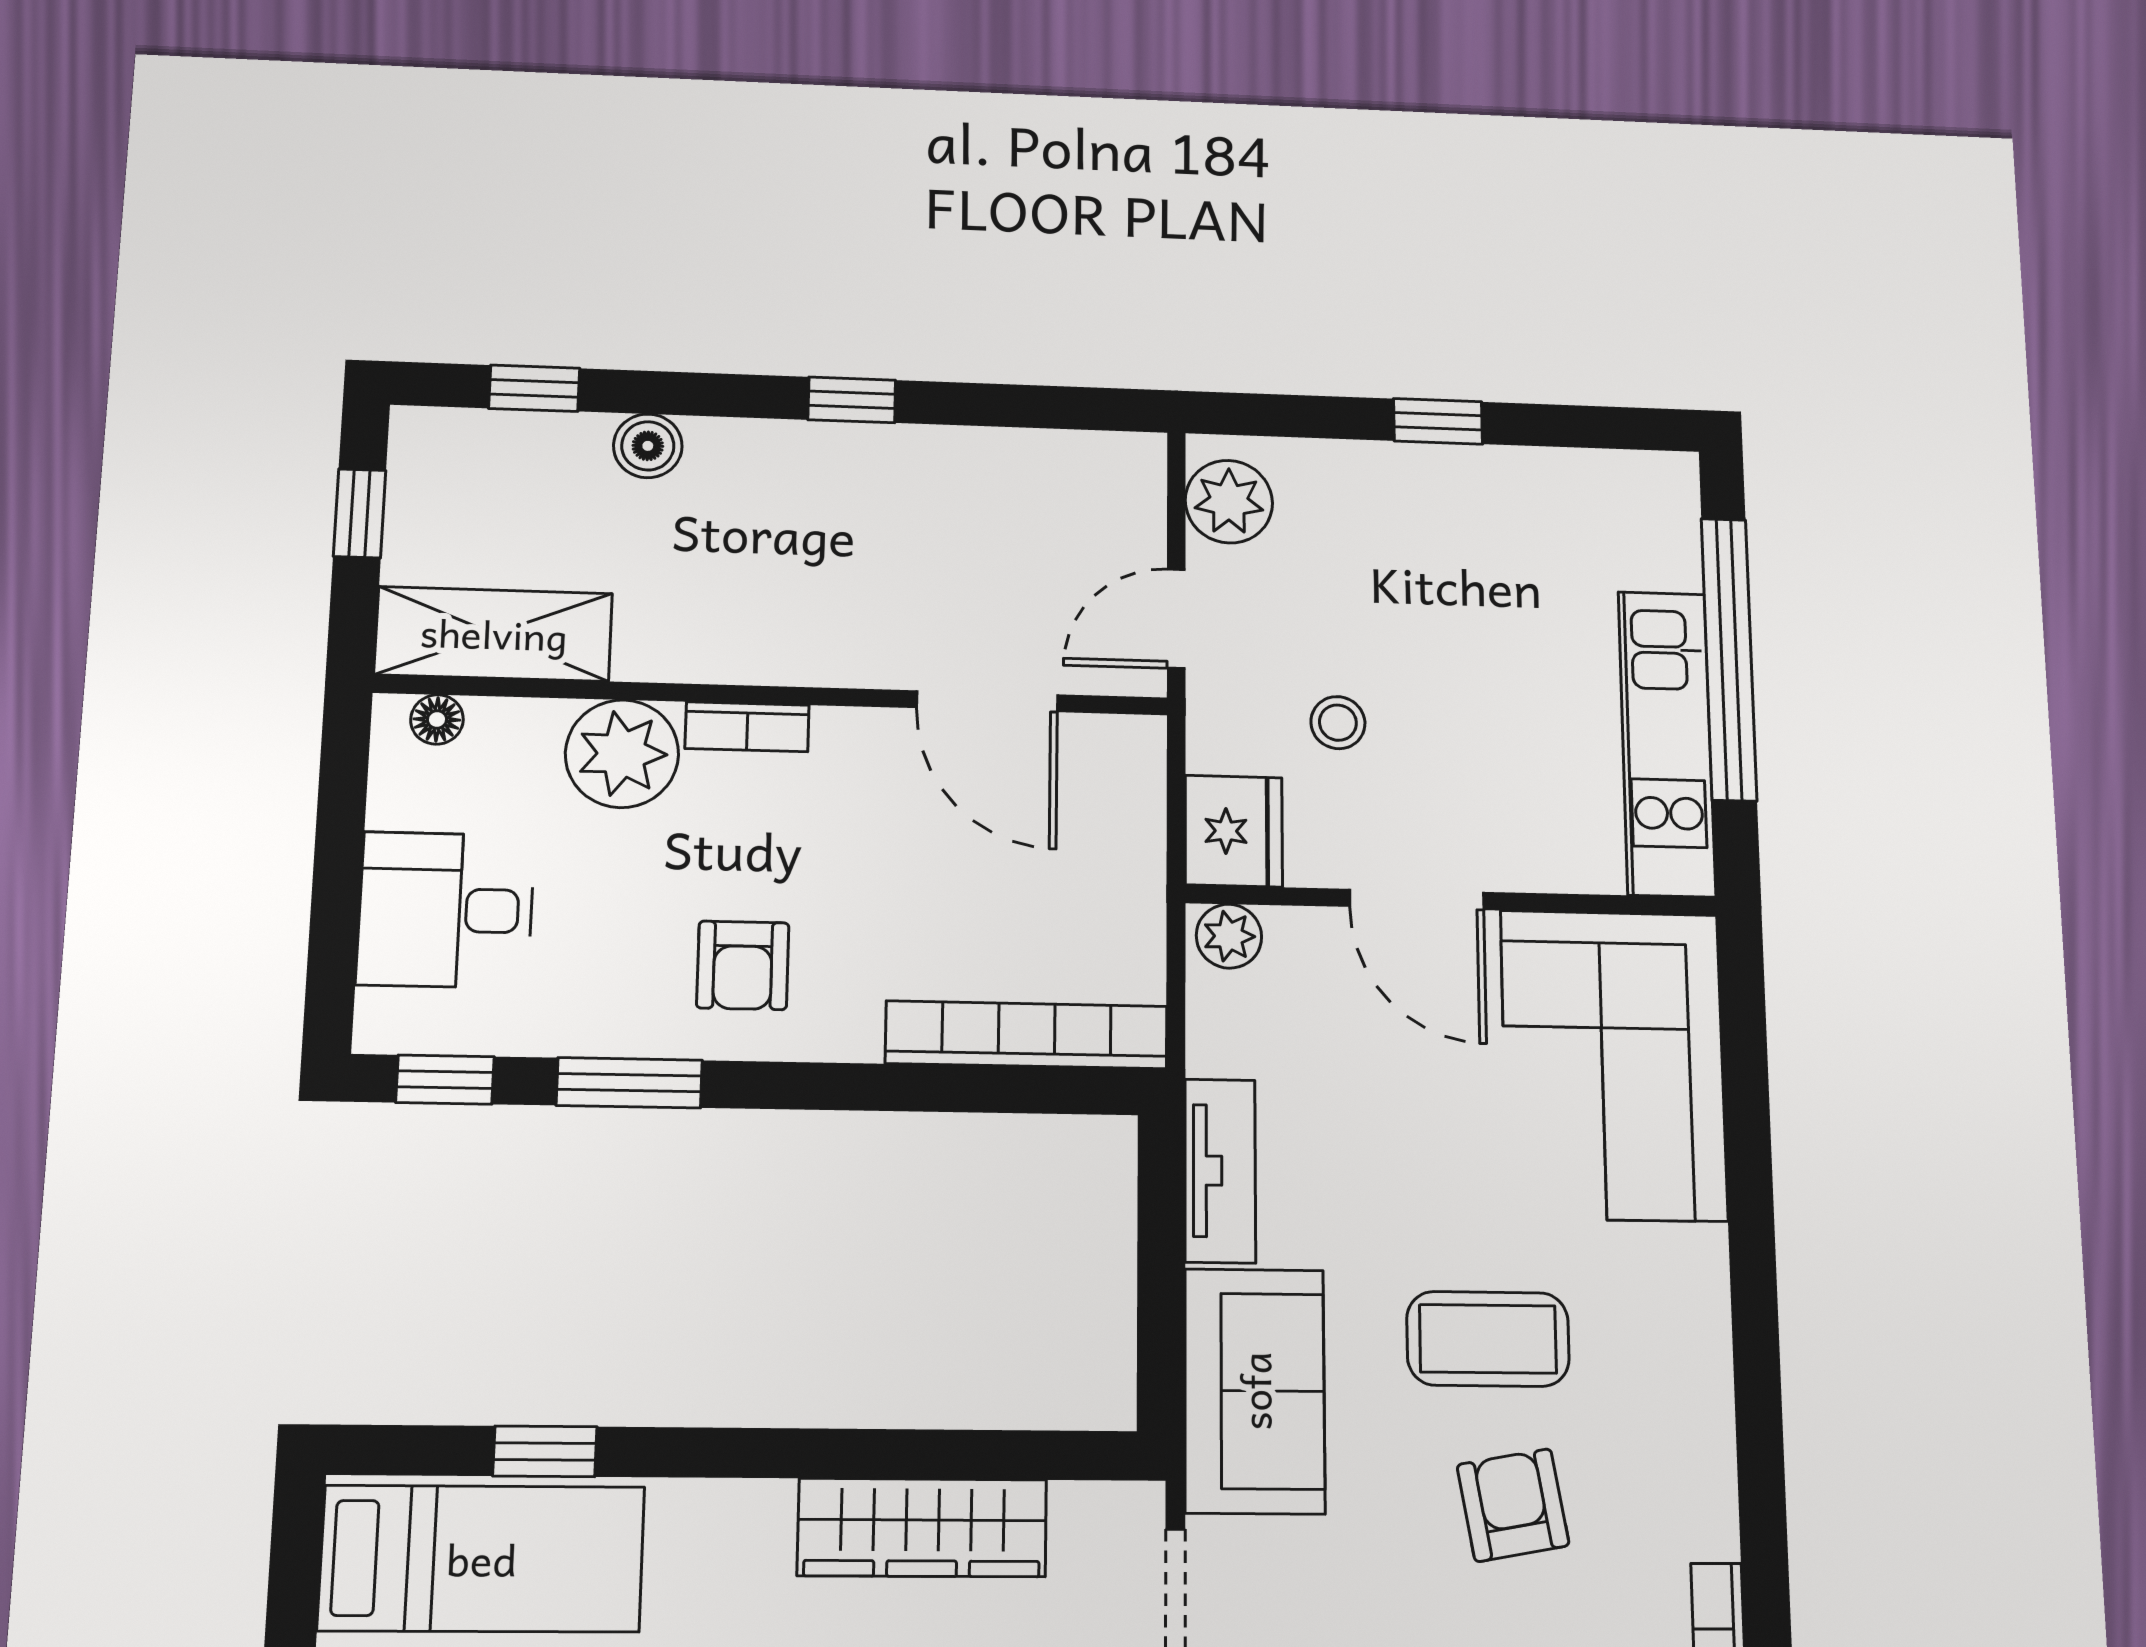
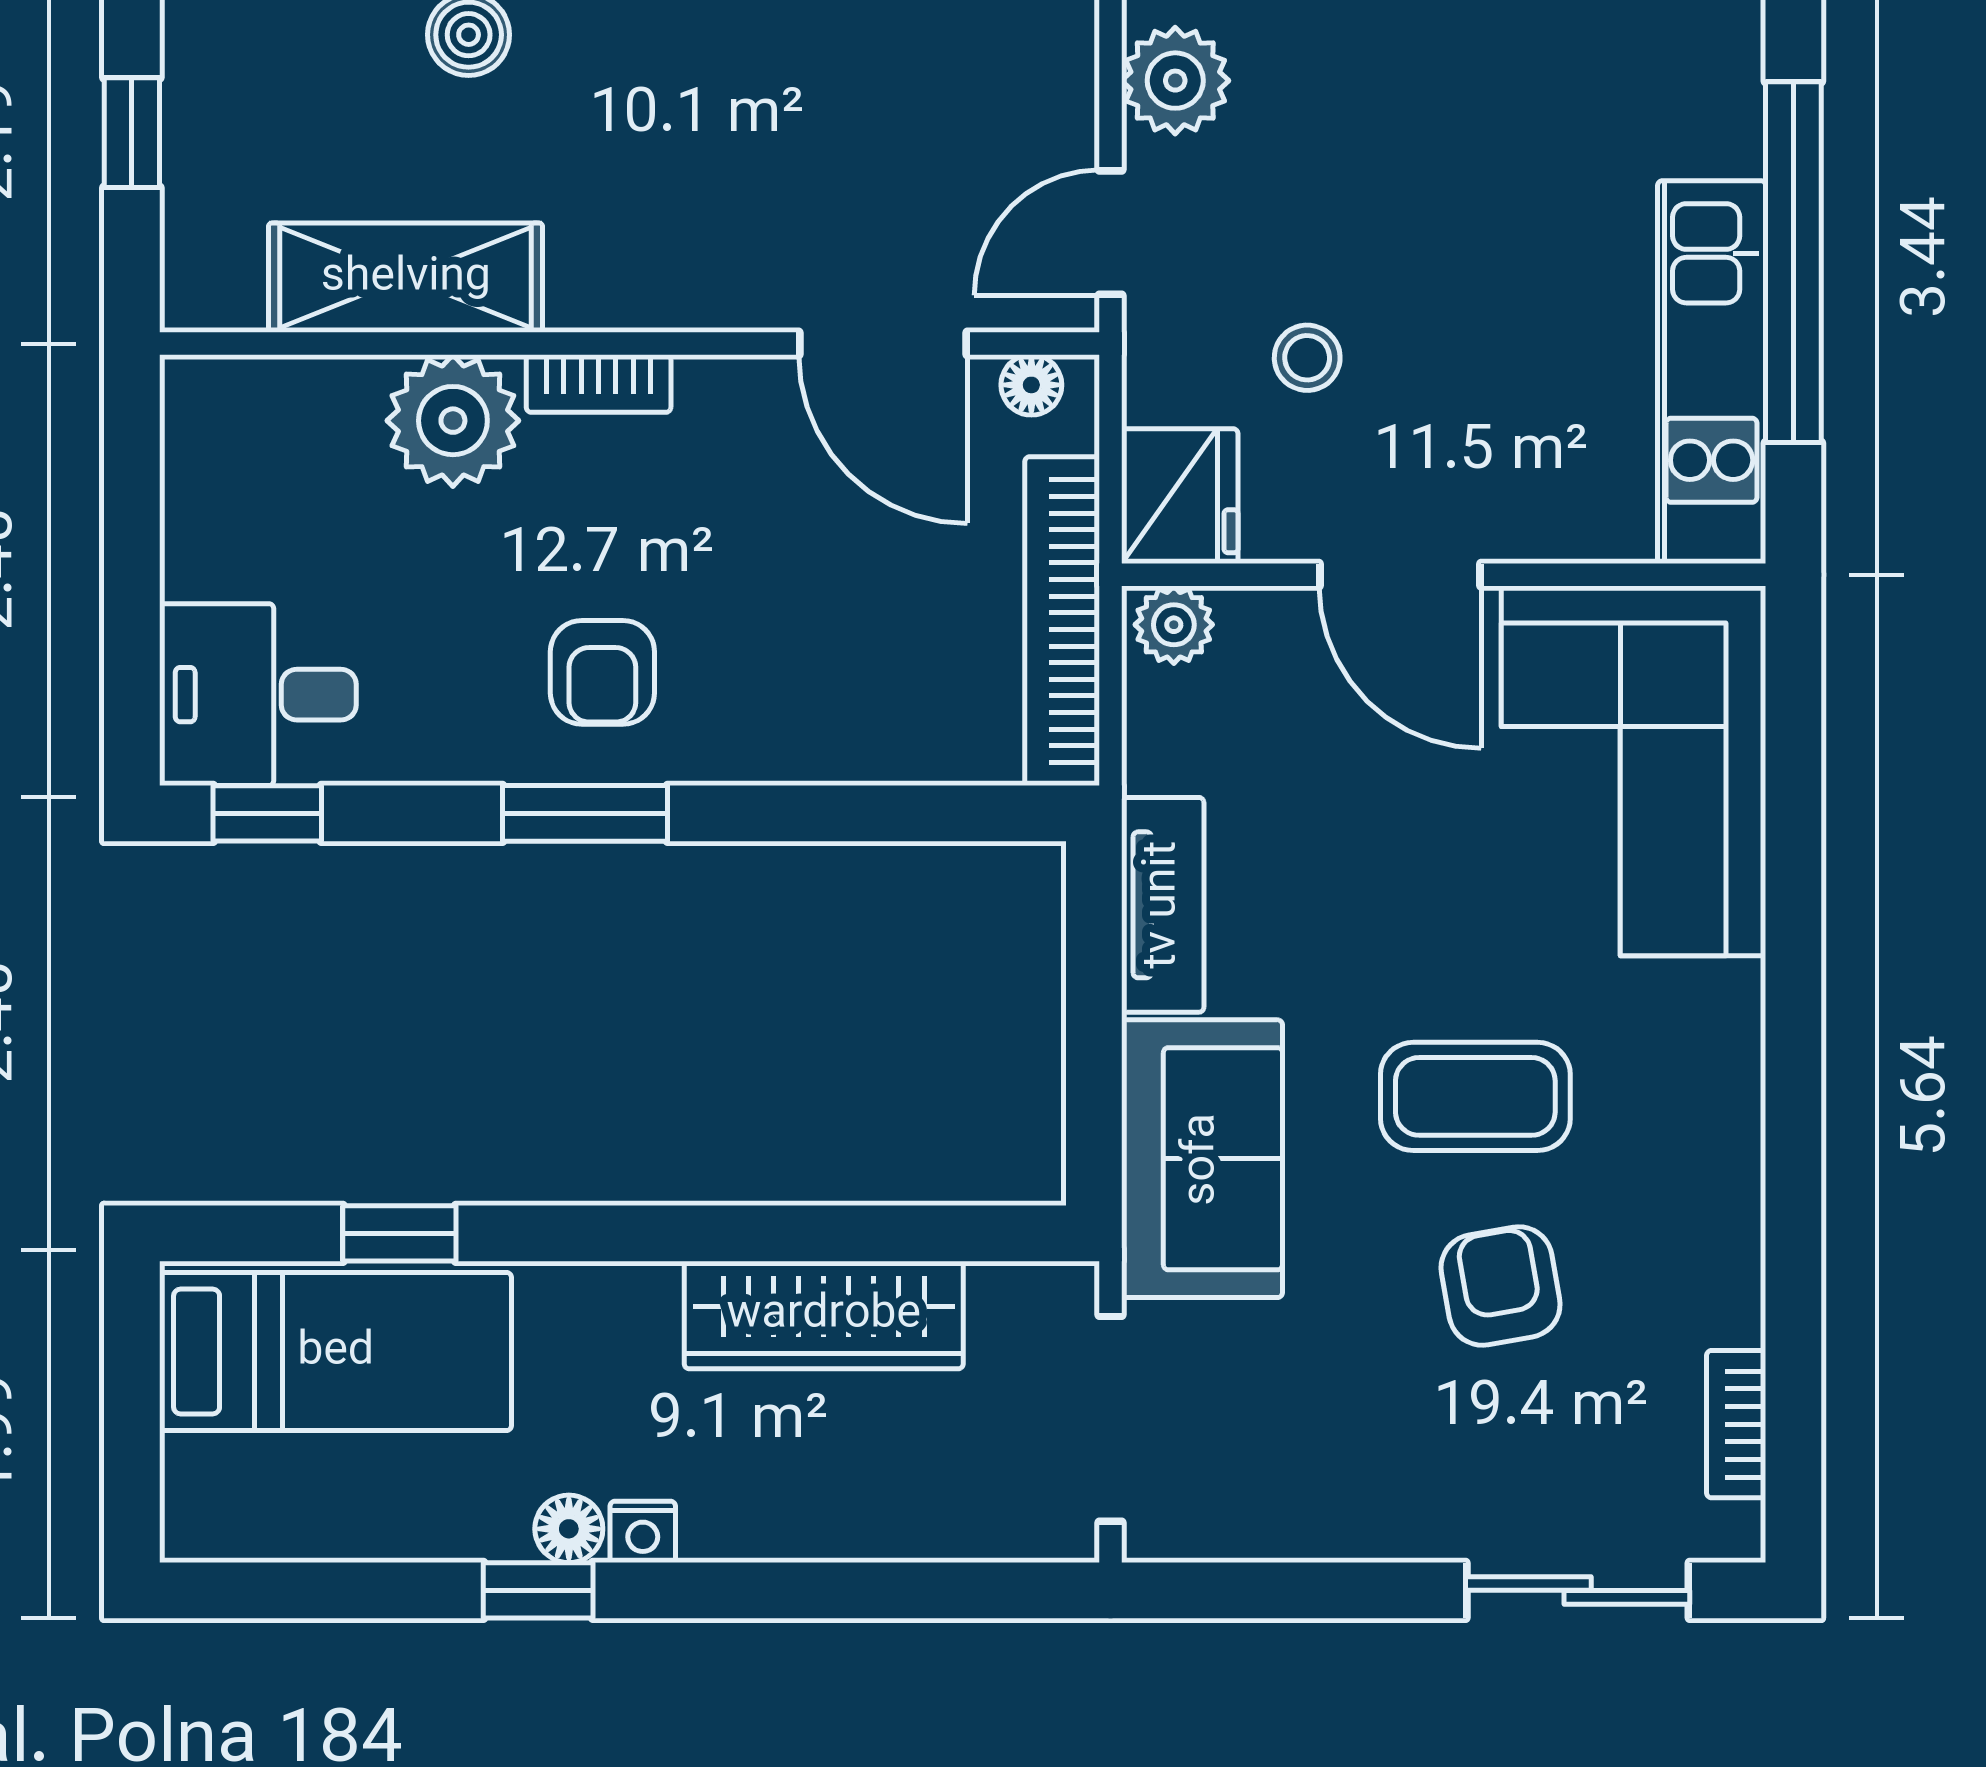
shelving: (494, 634) -> (406, 278), moved
floor lamp: (437, 719) -> (1031, 385), moved
desk: (446, 910) -> (258, 695), moved
bookcase: (1027, 1035) -> (1062, 621), moved, turned -90
window: (629, 1083) -> (585, 813), moved

